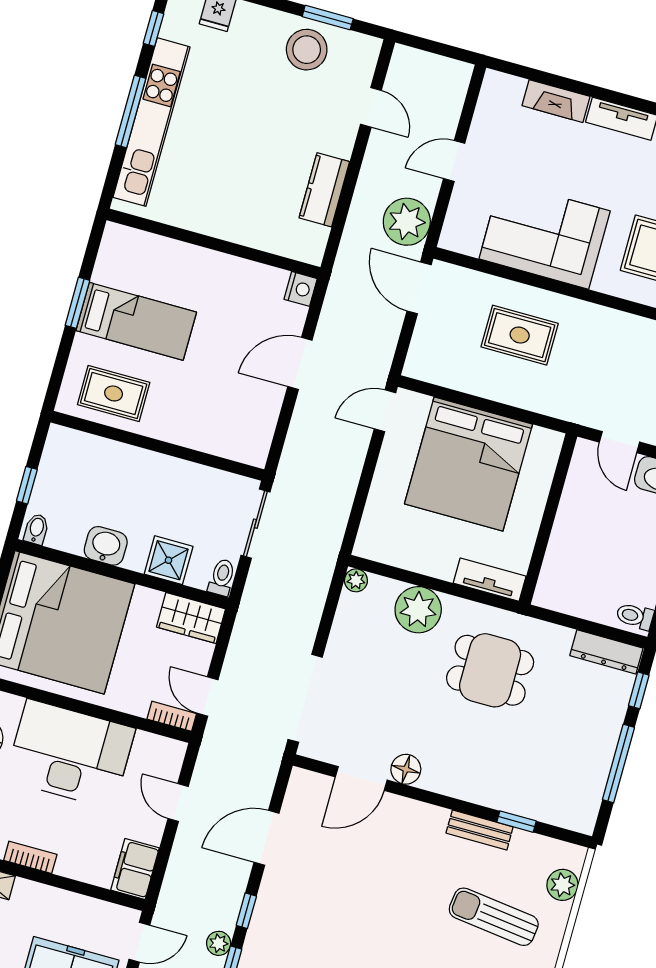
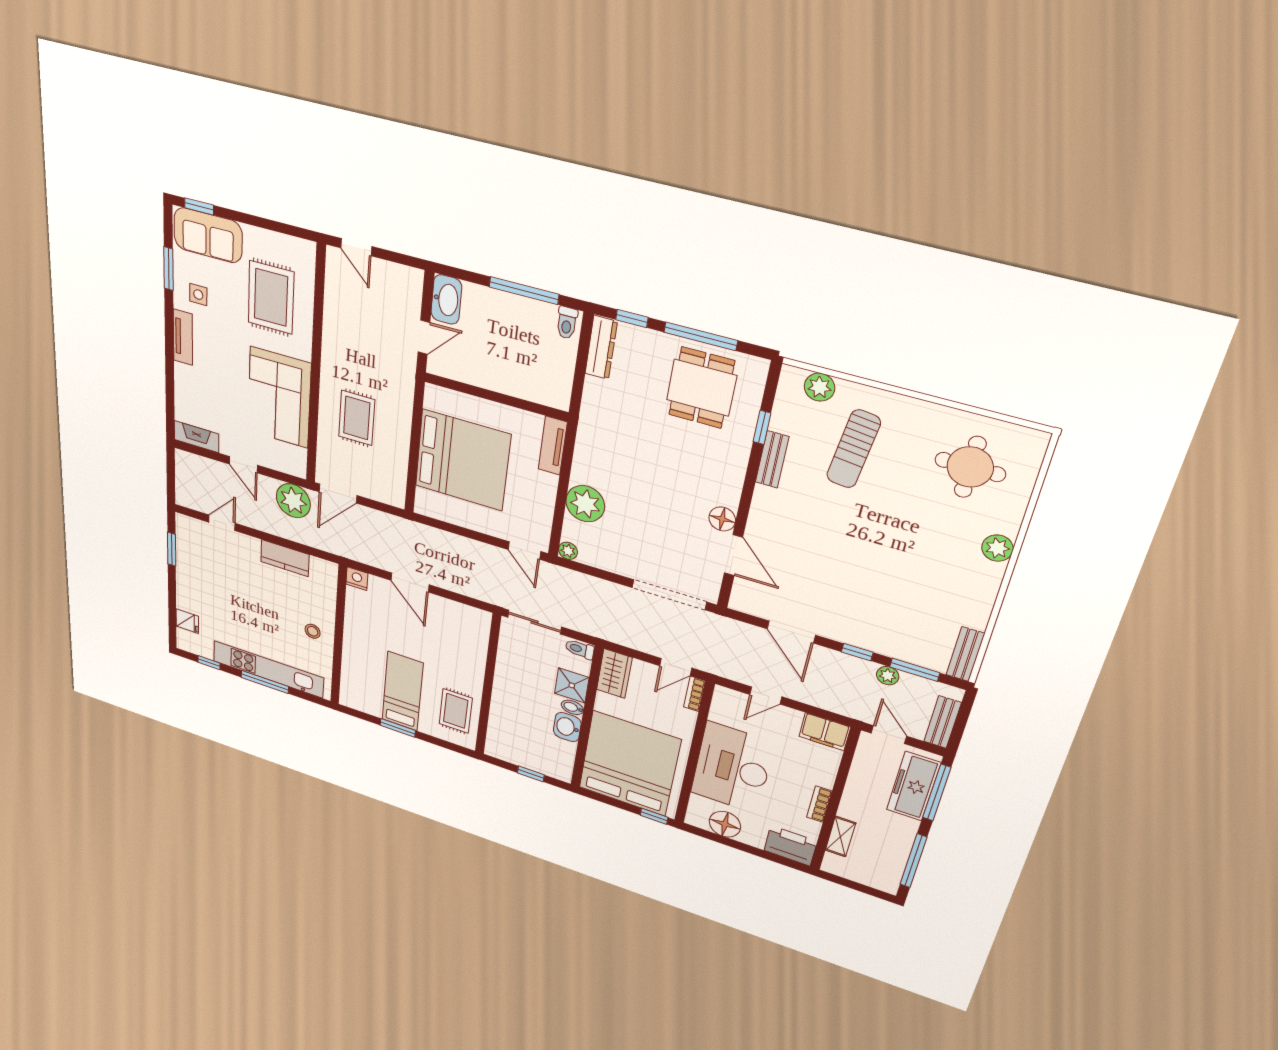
stool: (307, 50) -> (313, 631), moved, width x0.53, depth x0.53
fireplace: (556, 101) -> (196, 437), moved, turned -90
door: (385, 411) -> (524, 551), moved
bidet: (36, 529) -> (572, 707), moved
dining table: (490, 670) -> (701, 388), moved

